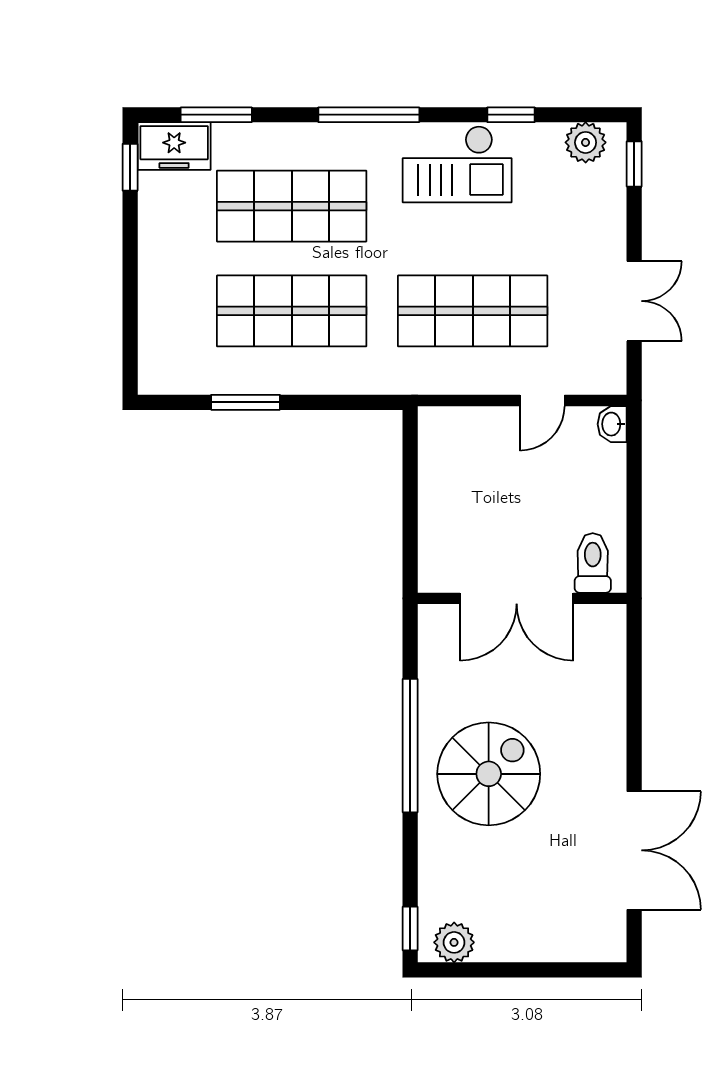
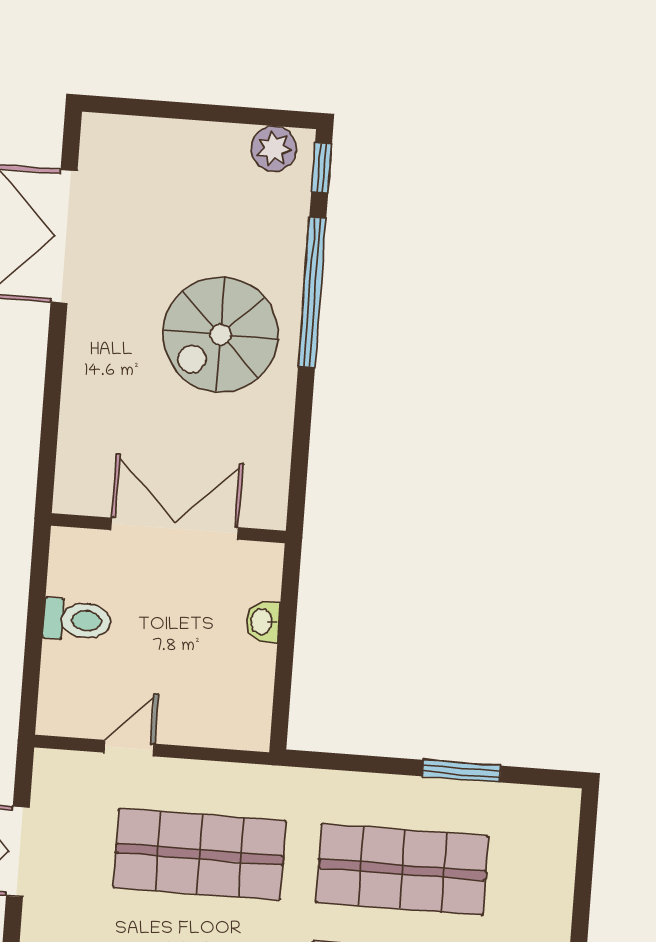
washbasin: (612, 424) -> (263, 622), moved, turned 180
toilet: (593, 563) -> (77, 620), moved, turned -90
window: (410, 746) -> (312, 292), moved

